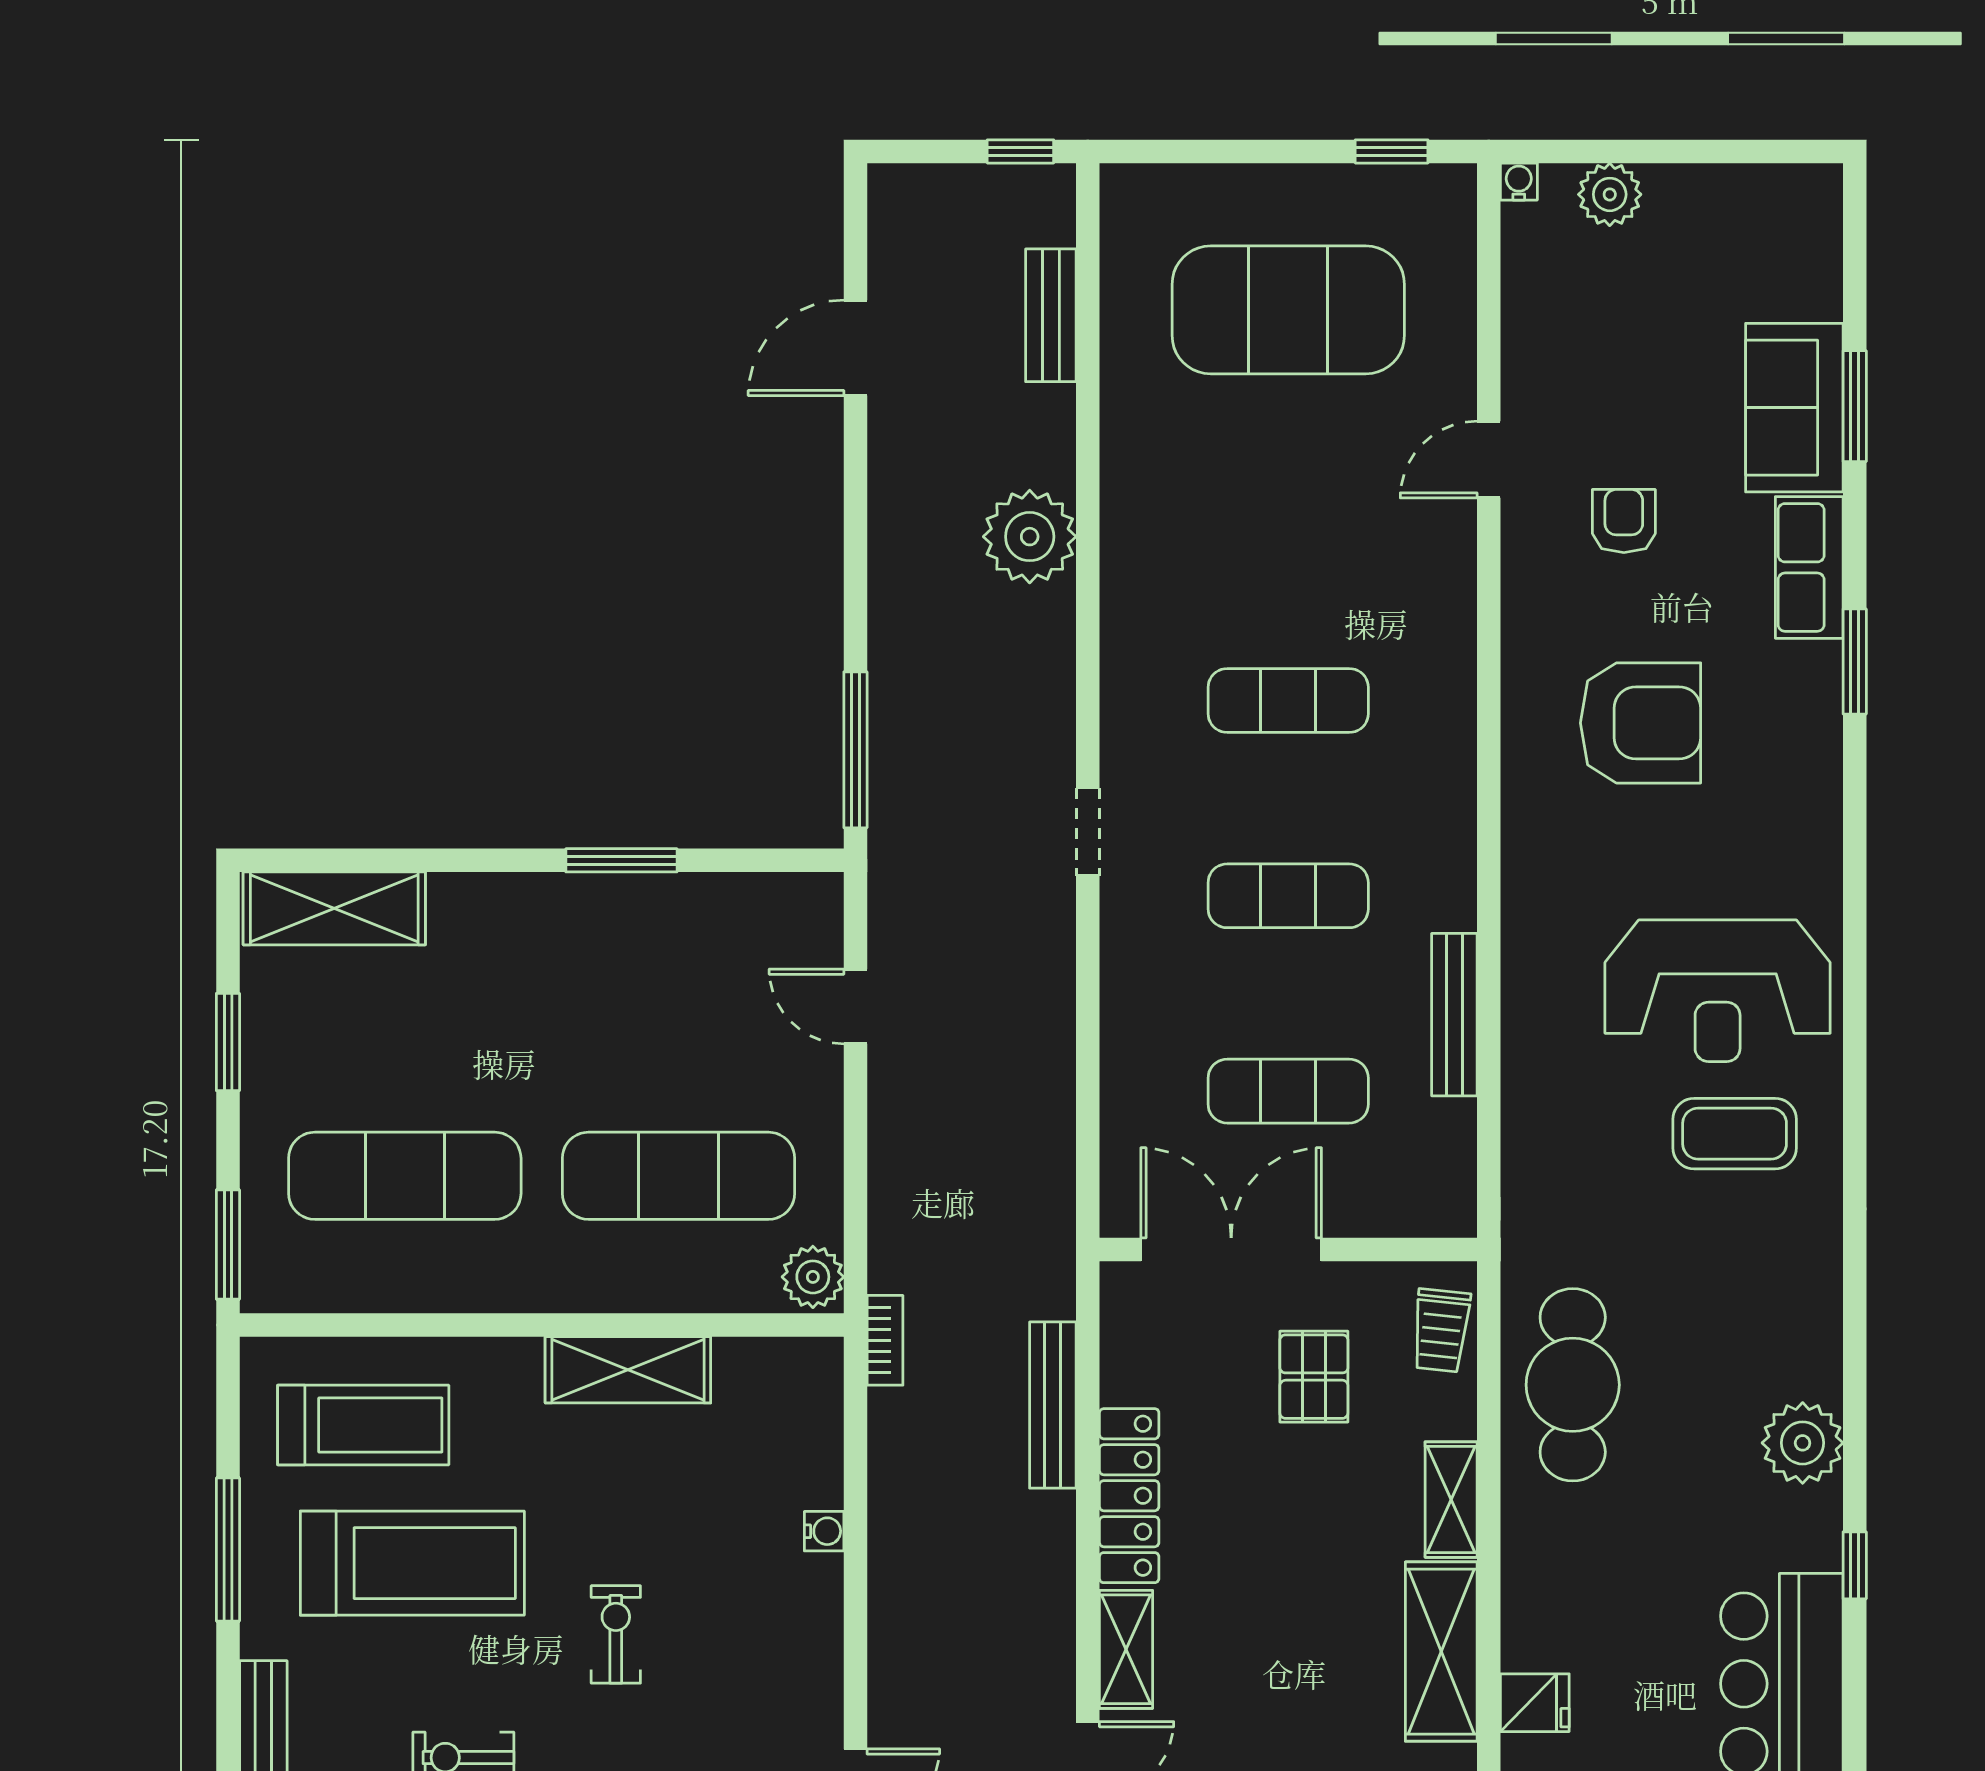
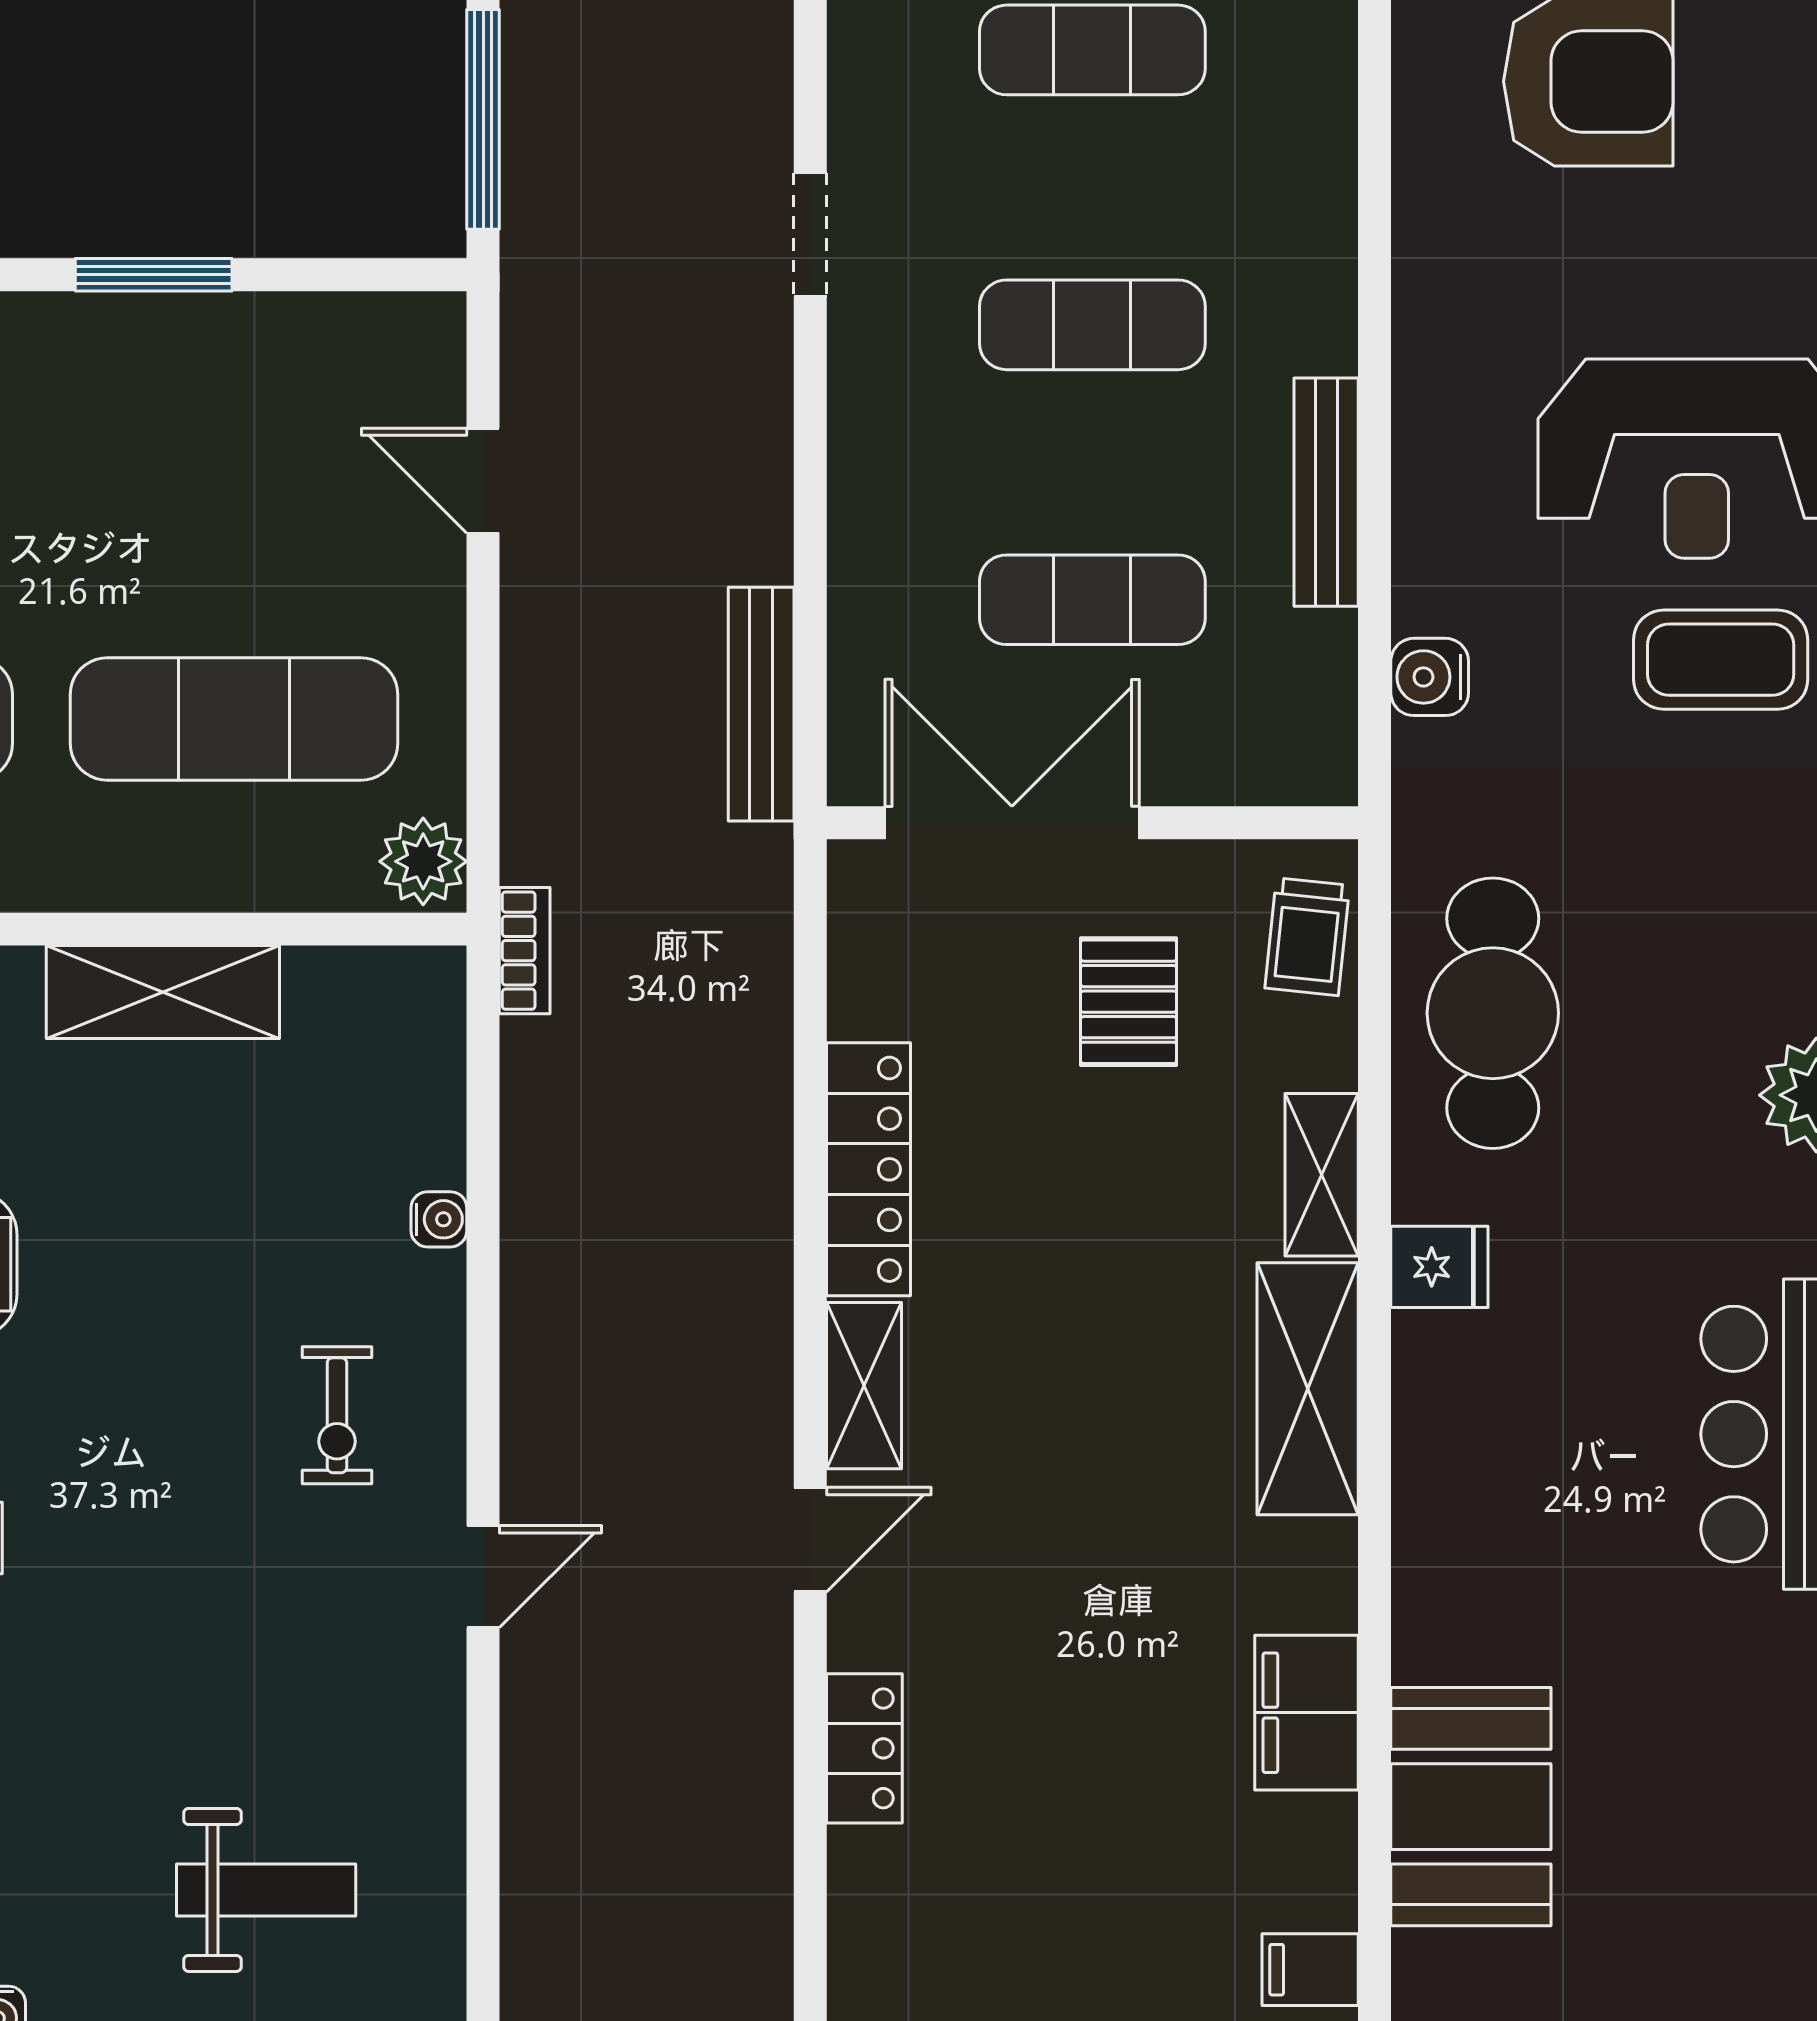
water cooler: (1528, 1146) -> (1430, 677), added
bench: (1053, 1405) -> (761, 704), moved
exercise bike: (616, 1634) -> (337, 1415), moved, turned 180
fridge: (1535, 1703) -> (1439, 1267), moved

